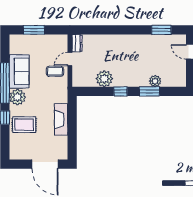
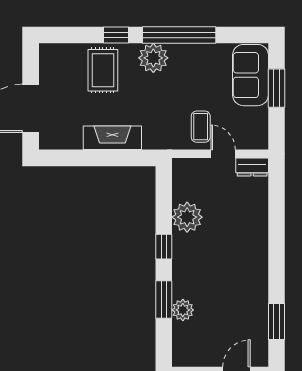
sofa: (19, 71) -> (250, 75), moved, turned 90

